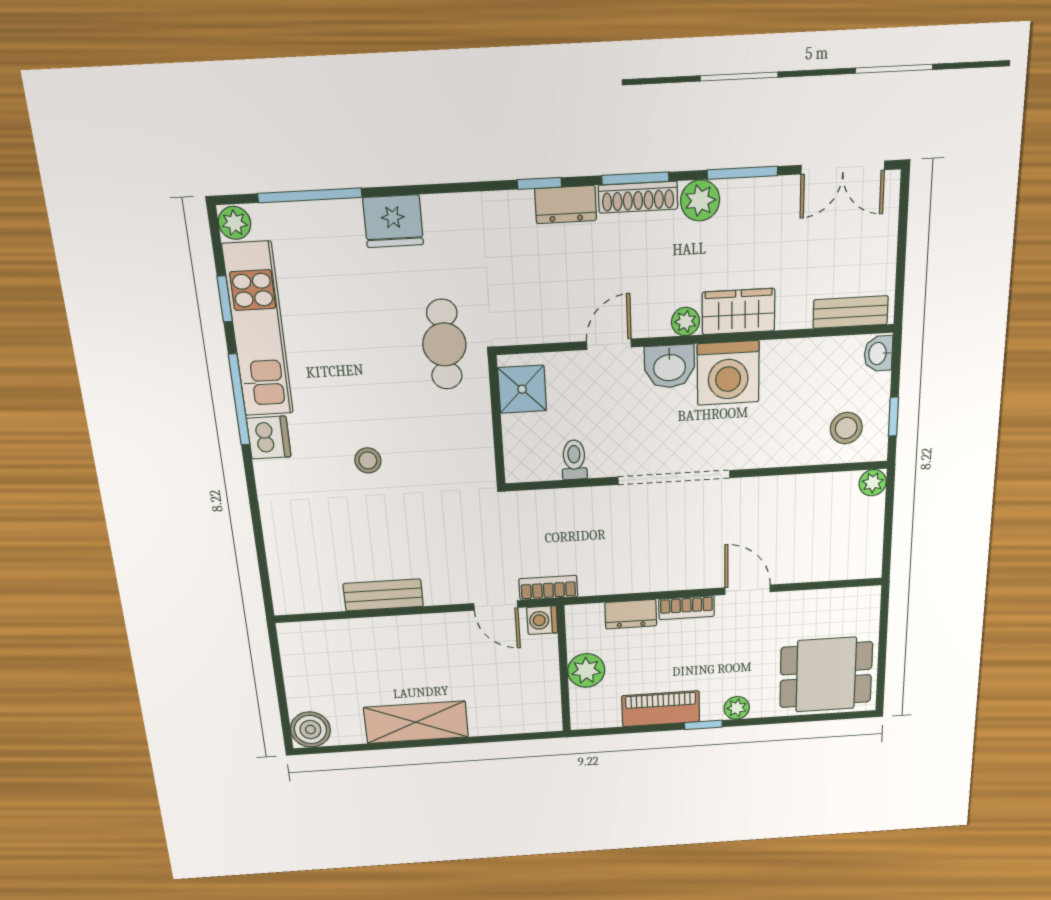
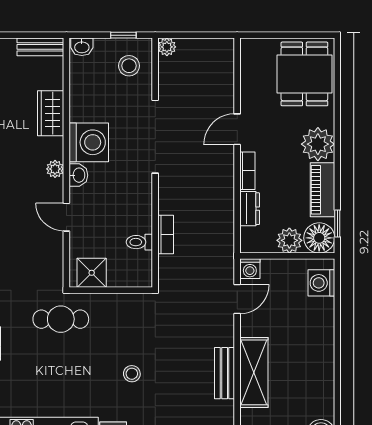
wardrobe: (739, 311) -> (51, 113), moved
bench: (851, 312) -> (40, 47), moved, turned 90
washbasin: (669, 366) -> (78, 175), width x0.72, depth x0.69
doorway: (674, 477) -> (155, 137), moved
bookcase: (548, 588) -> (166, 234), moved, turned 180
plant: (737, 708) -> (318, 144), width x1.87, depth x1.87
floor lamp: (592, 709) -> (319, 238), added
washing machine: (527, 716) -> (321, 283), added
shelving: (416, 722) -> (254, 372), moved
window: (703, 725) -> (337, 223), moved

